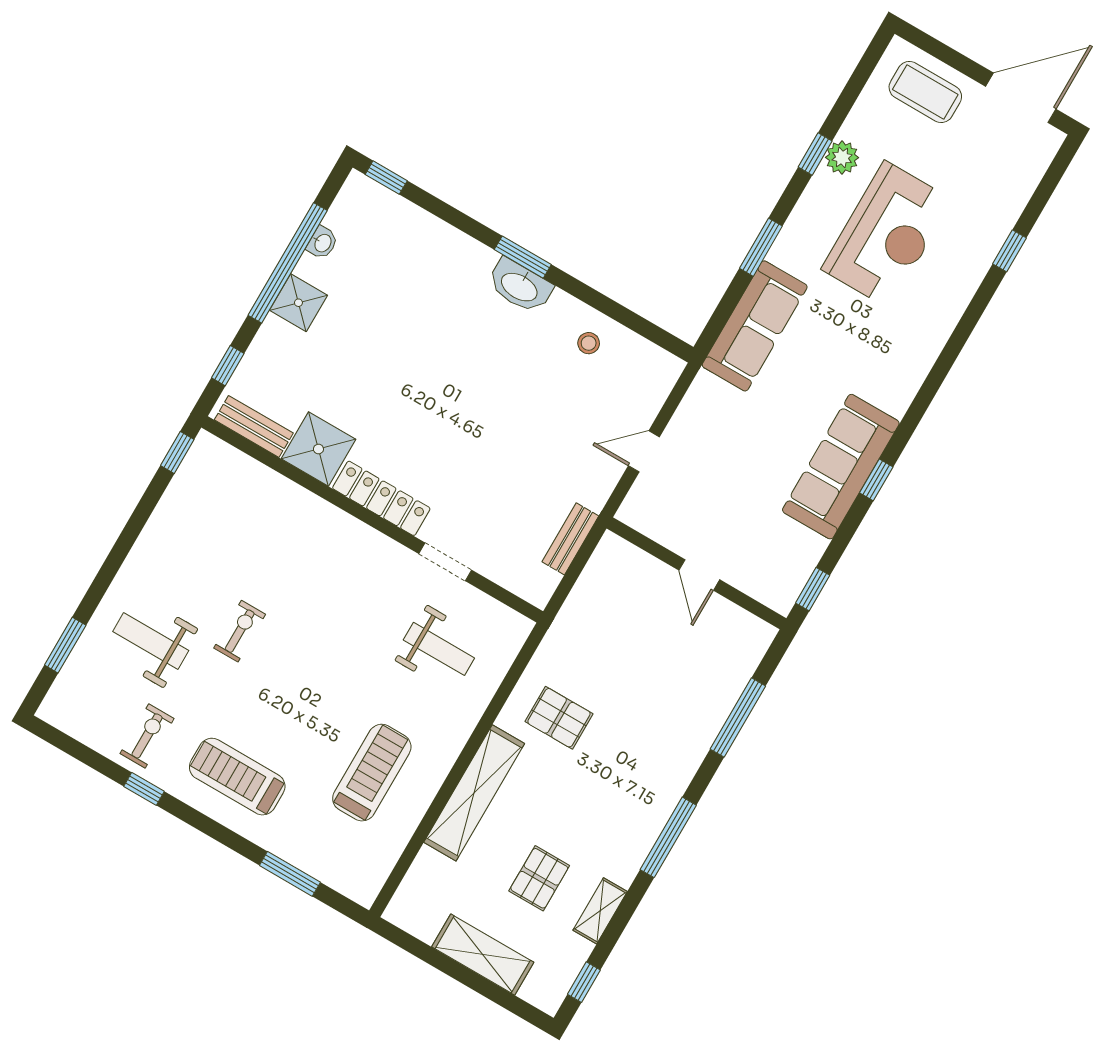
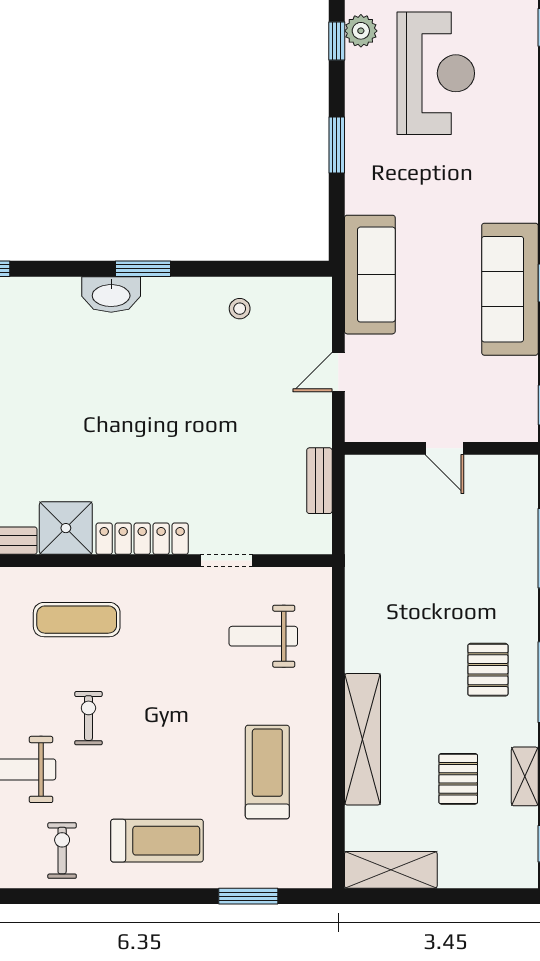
washbasin: (520, 286) -> (111, 294), moved
sofa: (755, 326) -> (370, 275), moved
exercise mat: (280, 537) -> (77, 620), added
weight bench: (439, 649) -> (263, 636), turned 180
pallet: (559, 718) -> (488, 670), moved, turned 90
treadmill: (237, 777) -> (157, 841), turned 180
window: (144, 789) -> (85, 896), removed
shelving: (483, 955) -> (391, 870), moved

